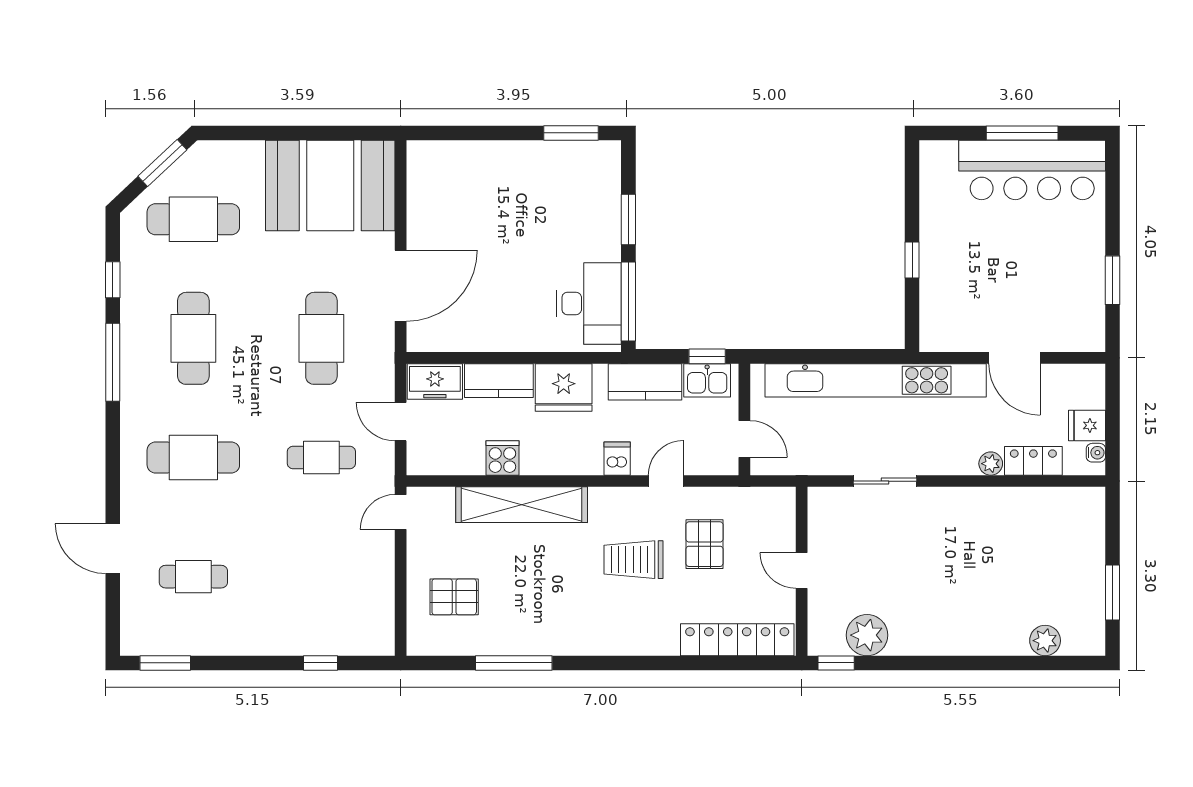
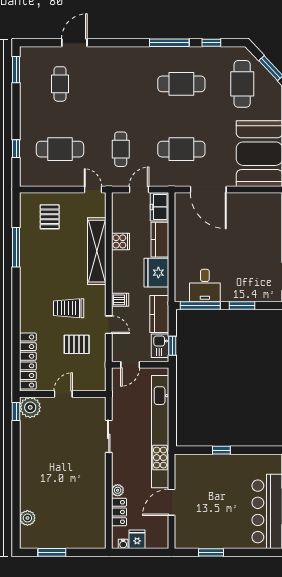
desk: (589, 303) -> (205, 286), width x0.73
cafe table: (193, 457) -> (60, 149), moved, turned 90
trolley: (634, 560) -> (69, 308), turned -90
plant: (867, 635) -> (30, 407), moved

